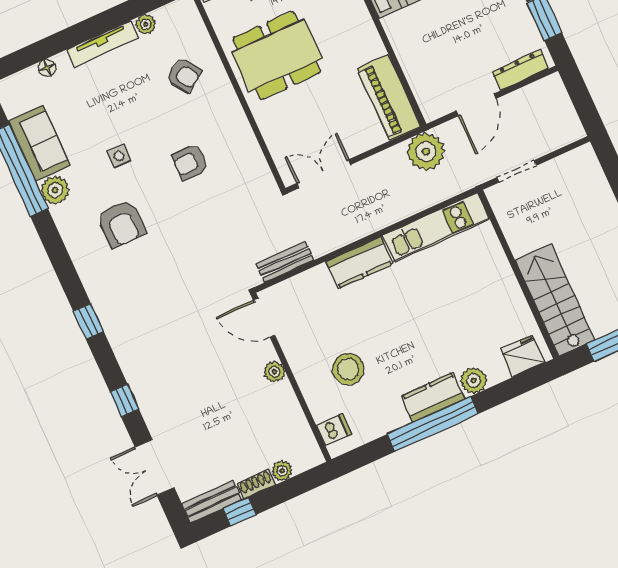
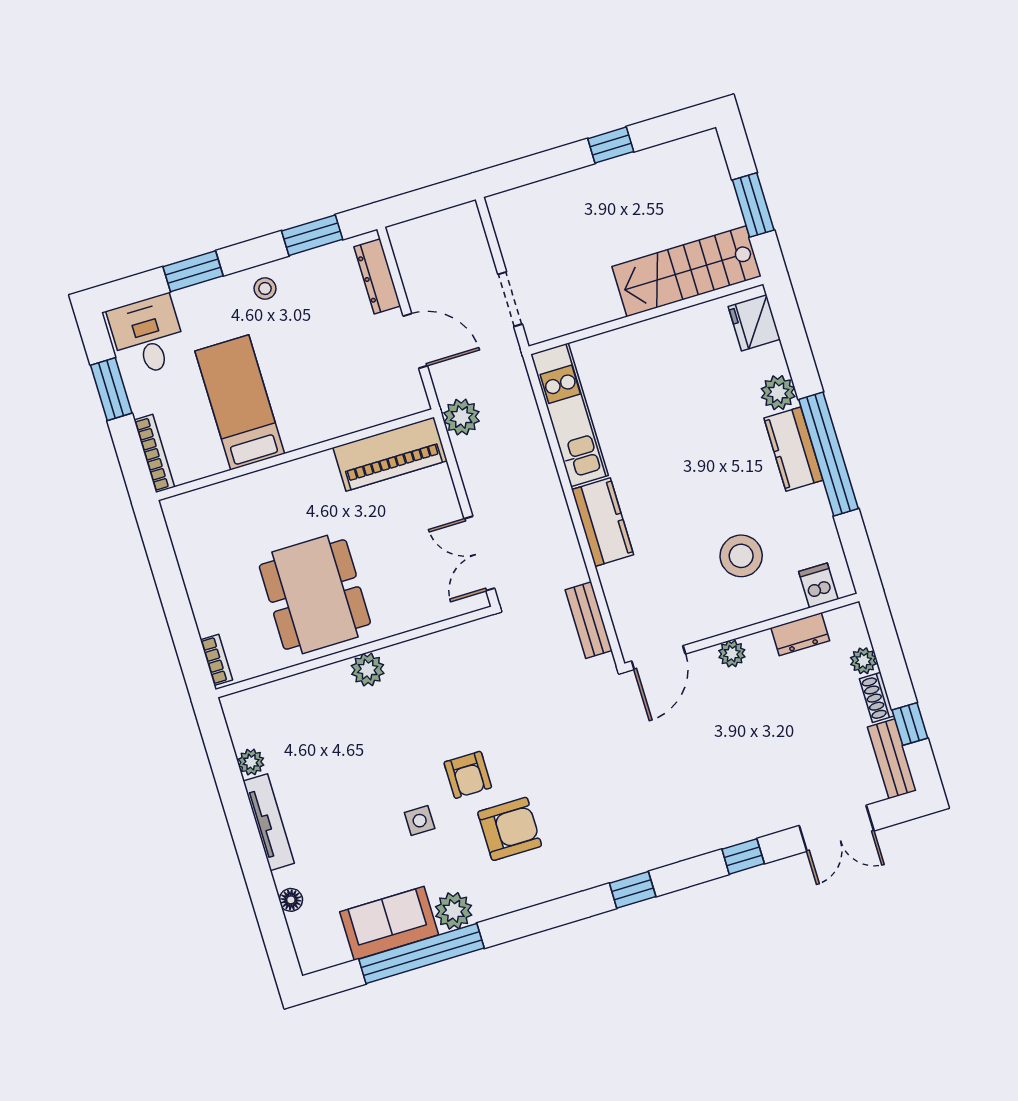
armchair: (184, 75) -> (324, 720), removed
plant: (226, 102) -> (368, 670), added
plant: (426, 151) -> (461, 417), width x0.73, depth x0.73
armchair: (190, 162) -> (468, 775), moved
dresser: (296, 421) -> (800, 634), added

